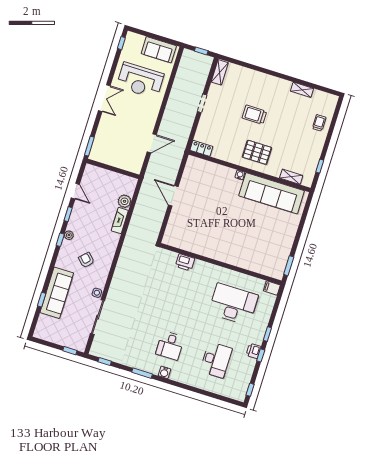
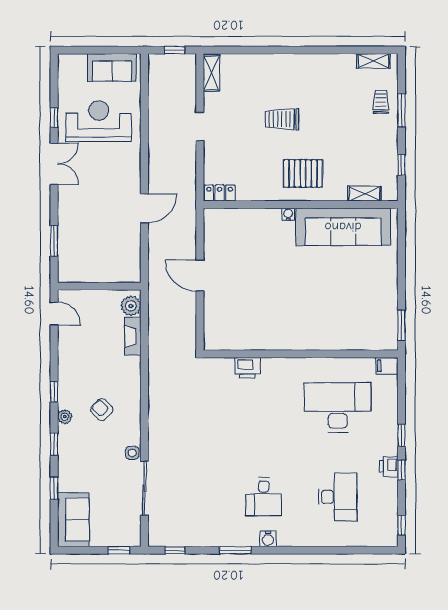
window: (121, 43) -> (54, 117), moved
reception desk: (140, 80) -> (99, 121), turned 180
shelving: (302, 90) -> (373, 61), moved
window: (330, 132) -> (401, 110), added
wall: (113, 169) -> (99, 286), moved
window: (68, 214) -> (54, 444), moved
plant: (69, 235) -> (65, 417), moved
sofa: (57, 293) -> (73, 520), moved, width x0.73

